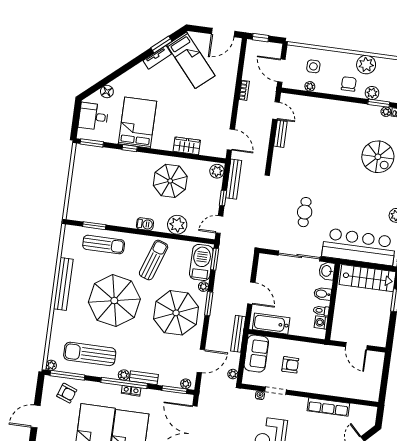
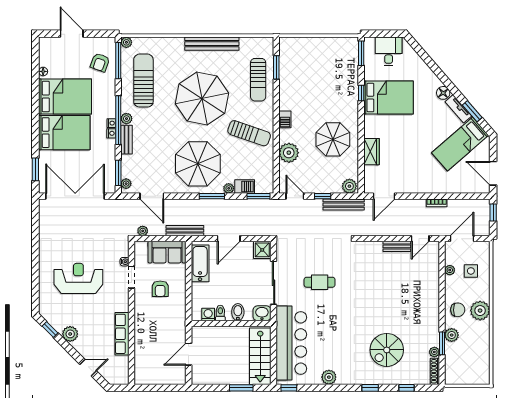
plant: (366, 65) -> (480, 311), moved
floor lamp: (107, 92) -> (443, 93), moved
barbecue: (201, 262) -> (245, 187), width x0.53, depth x0.65
shower: (266, 263) -> (262, 250), added

